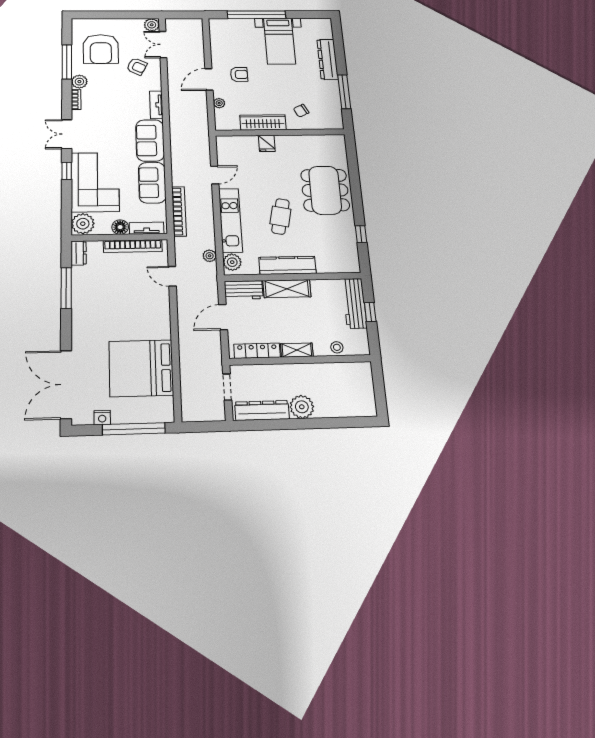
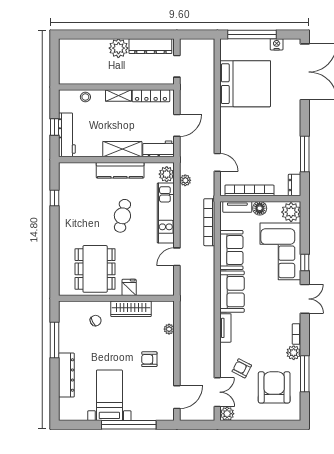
door: (209, 79) -> (177, 397), moved
dining table: (325, 190) -> (95, 269), moved

